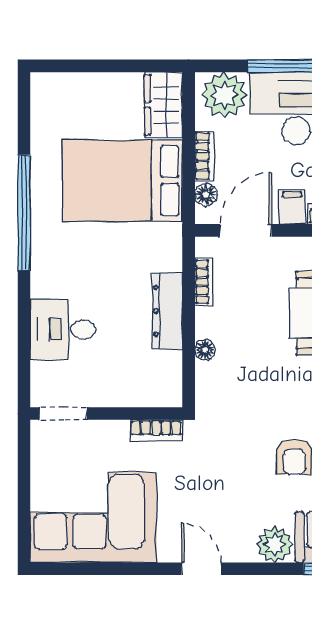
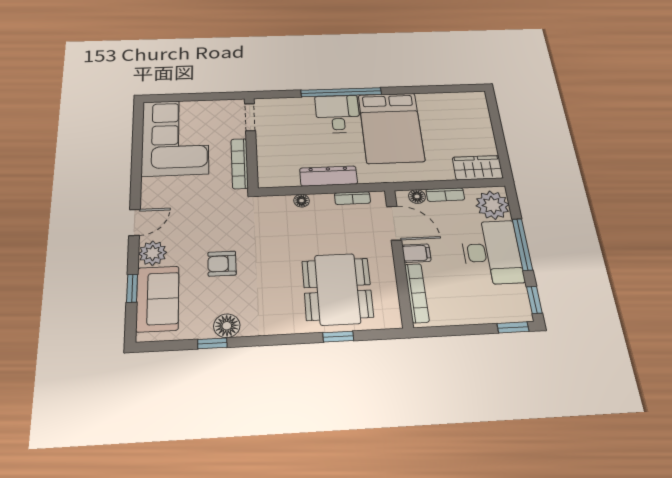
bed: (122, 181) -> (391, 128), moved, turned 180
window: (24, 213) -> (341, 92), moved
desk: (63, 330) -> (338, 114), moved
bookcase: (156, 430) -> (240, 163), width x1.56
door: (201, 569) -> (134, 222), moved

